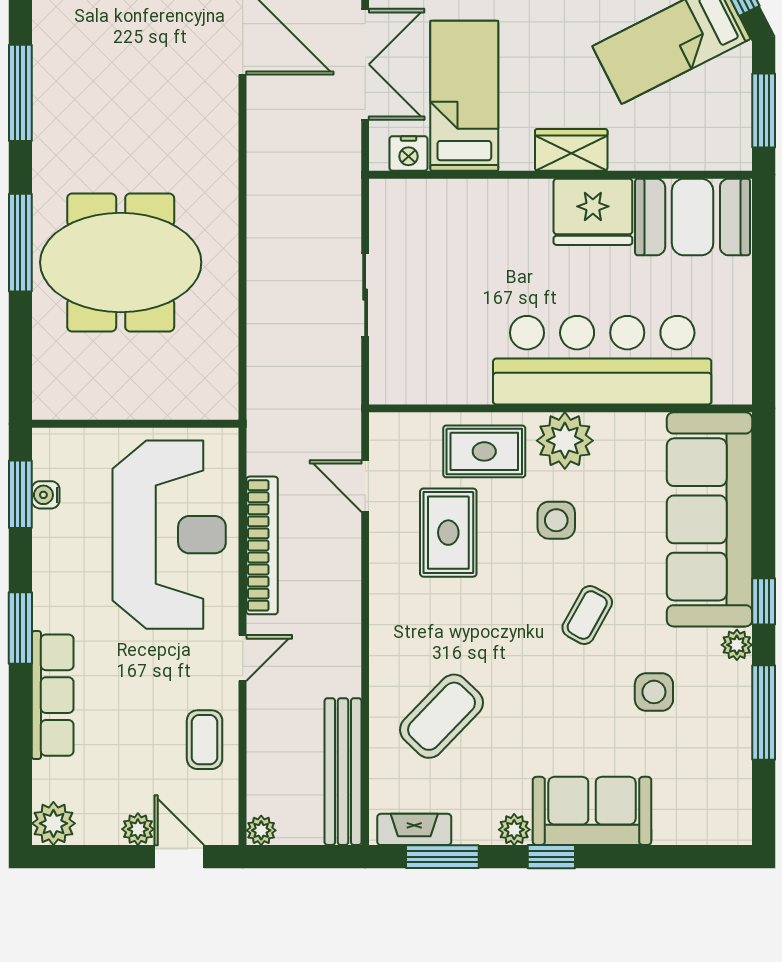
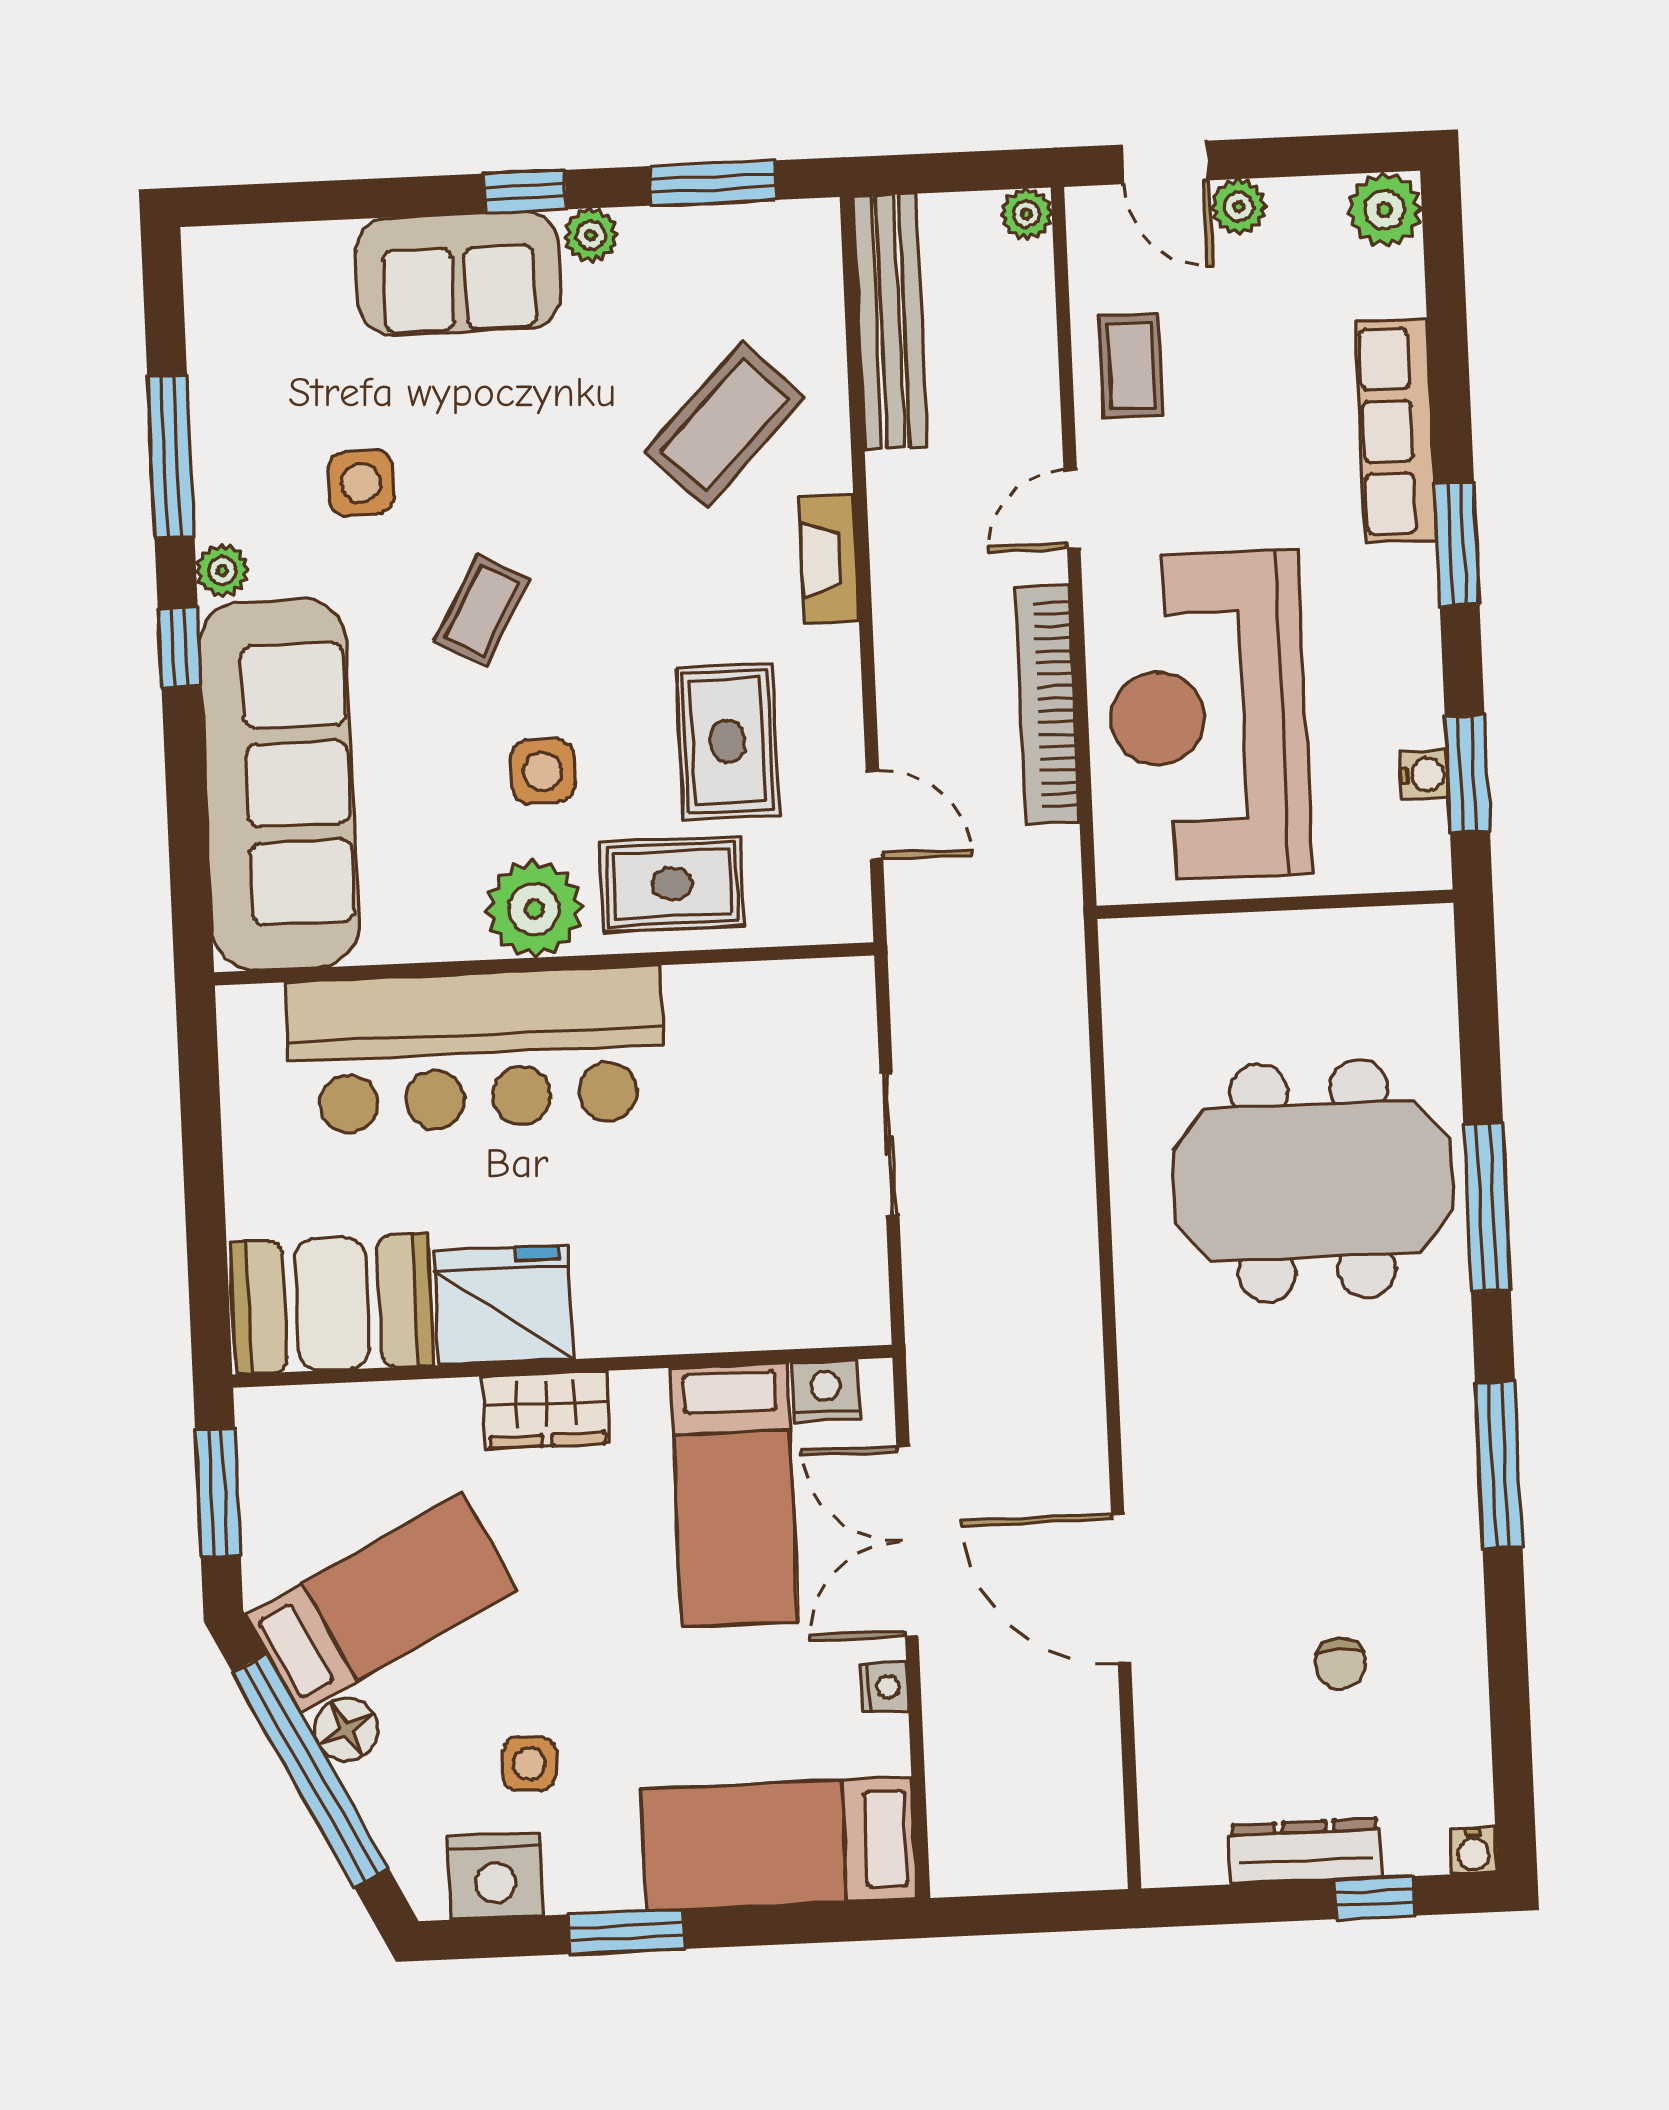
fireplace: (414, 829) -> (829, 559), moved, turned 90

